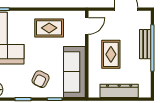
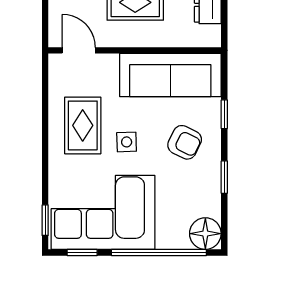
side table: (41, 50) -> (127, 142), added

